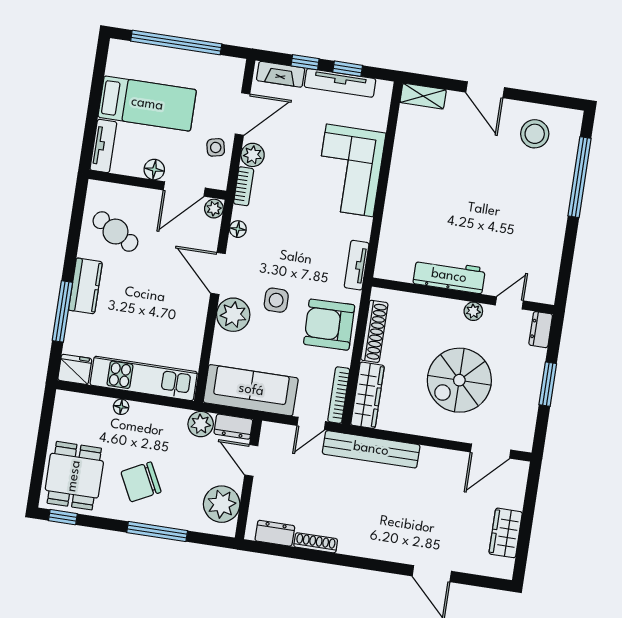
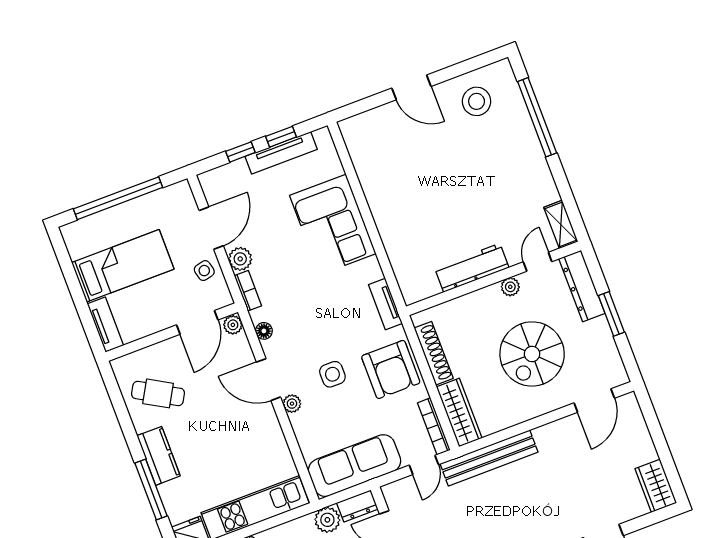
fireplace: (281, 74) -> (225, 174), removed
shelving: (423, 96) -> (561, 224), moved, turned 90
floor lamp: (154, 170) -> (161, 320), removed
plant: (233, 315) -> (292, 404), width x0.53, depth x0.53
armchair: (329, 325) -> (391, 369), turned -89
dresser: (541, 330) -> (582, 286), width x1.96, depth x1.24
wardrobe: (506, 533) -> (656, 486), moved

